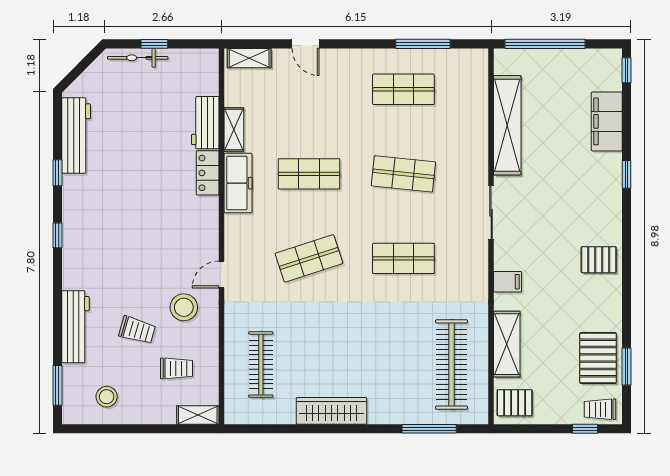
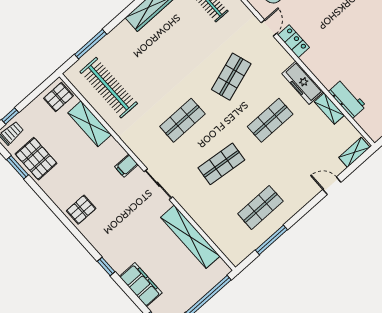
locker: (208, 173) -> (294, 41), moved
filing cabinet: (508, 282) -> (126, 166), moved

